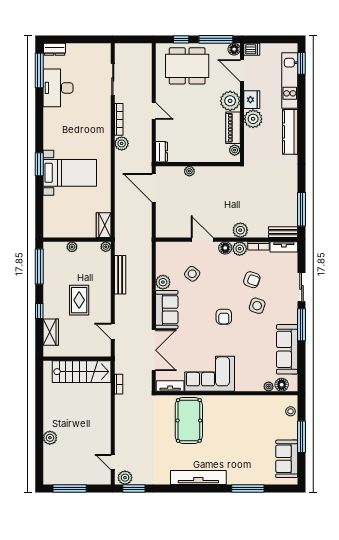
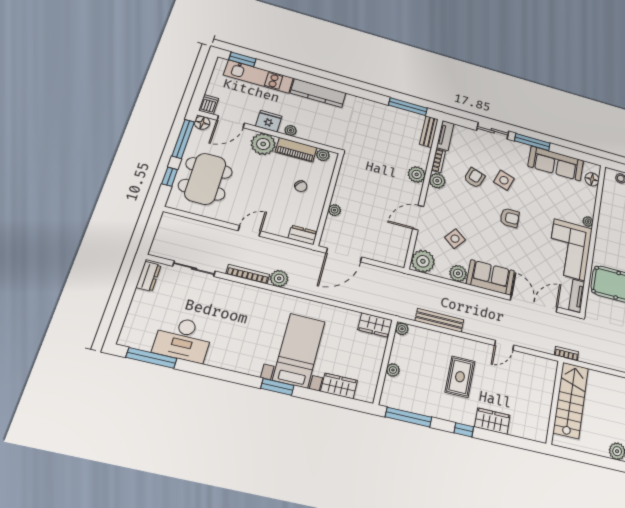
dresser: (55, 49) -> (148, 276), moved
plant: (253, 119) -> (291, 130), width x0.53, depth x0.53
chair: (202, 140) -> (301, 186), added
wardrobe: (50, 209) -> (339, 386), added
floor lamp: (225, 248) -> (433, 196), removed
plant: (166, 251) -> (423, 261), added
rug: (79, 300) -> (460, 377), turned 90
wall: (77, 359) -> (555, 402), moved
stairs: (82, 372) -> (571, 400), moved
plant: (269, 387) -> (588, 221), moved

